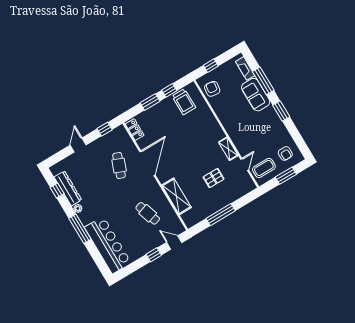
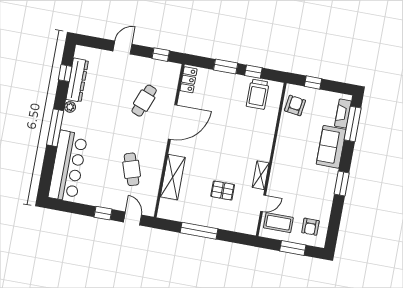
window: (263, 81) -> (353, 124), moved

